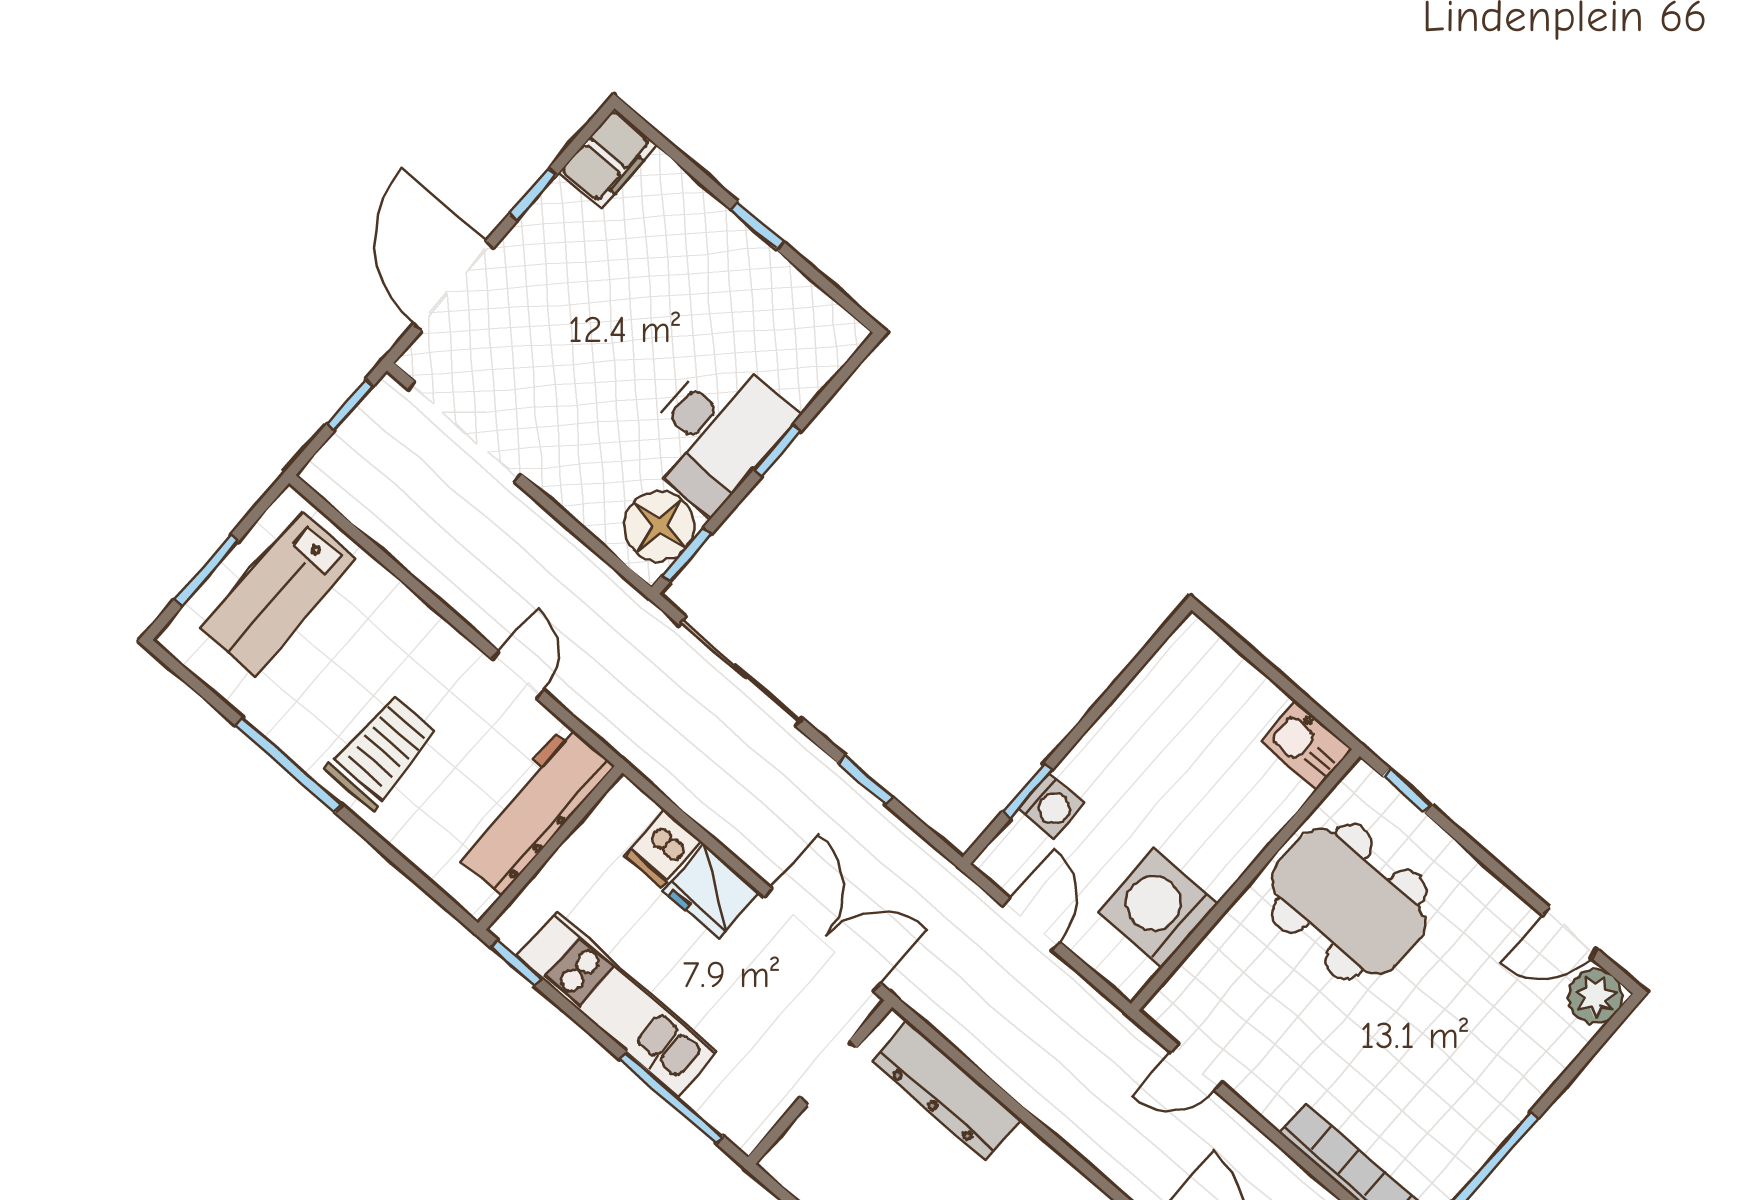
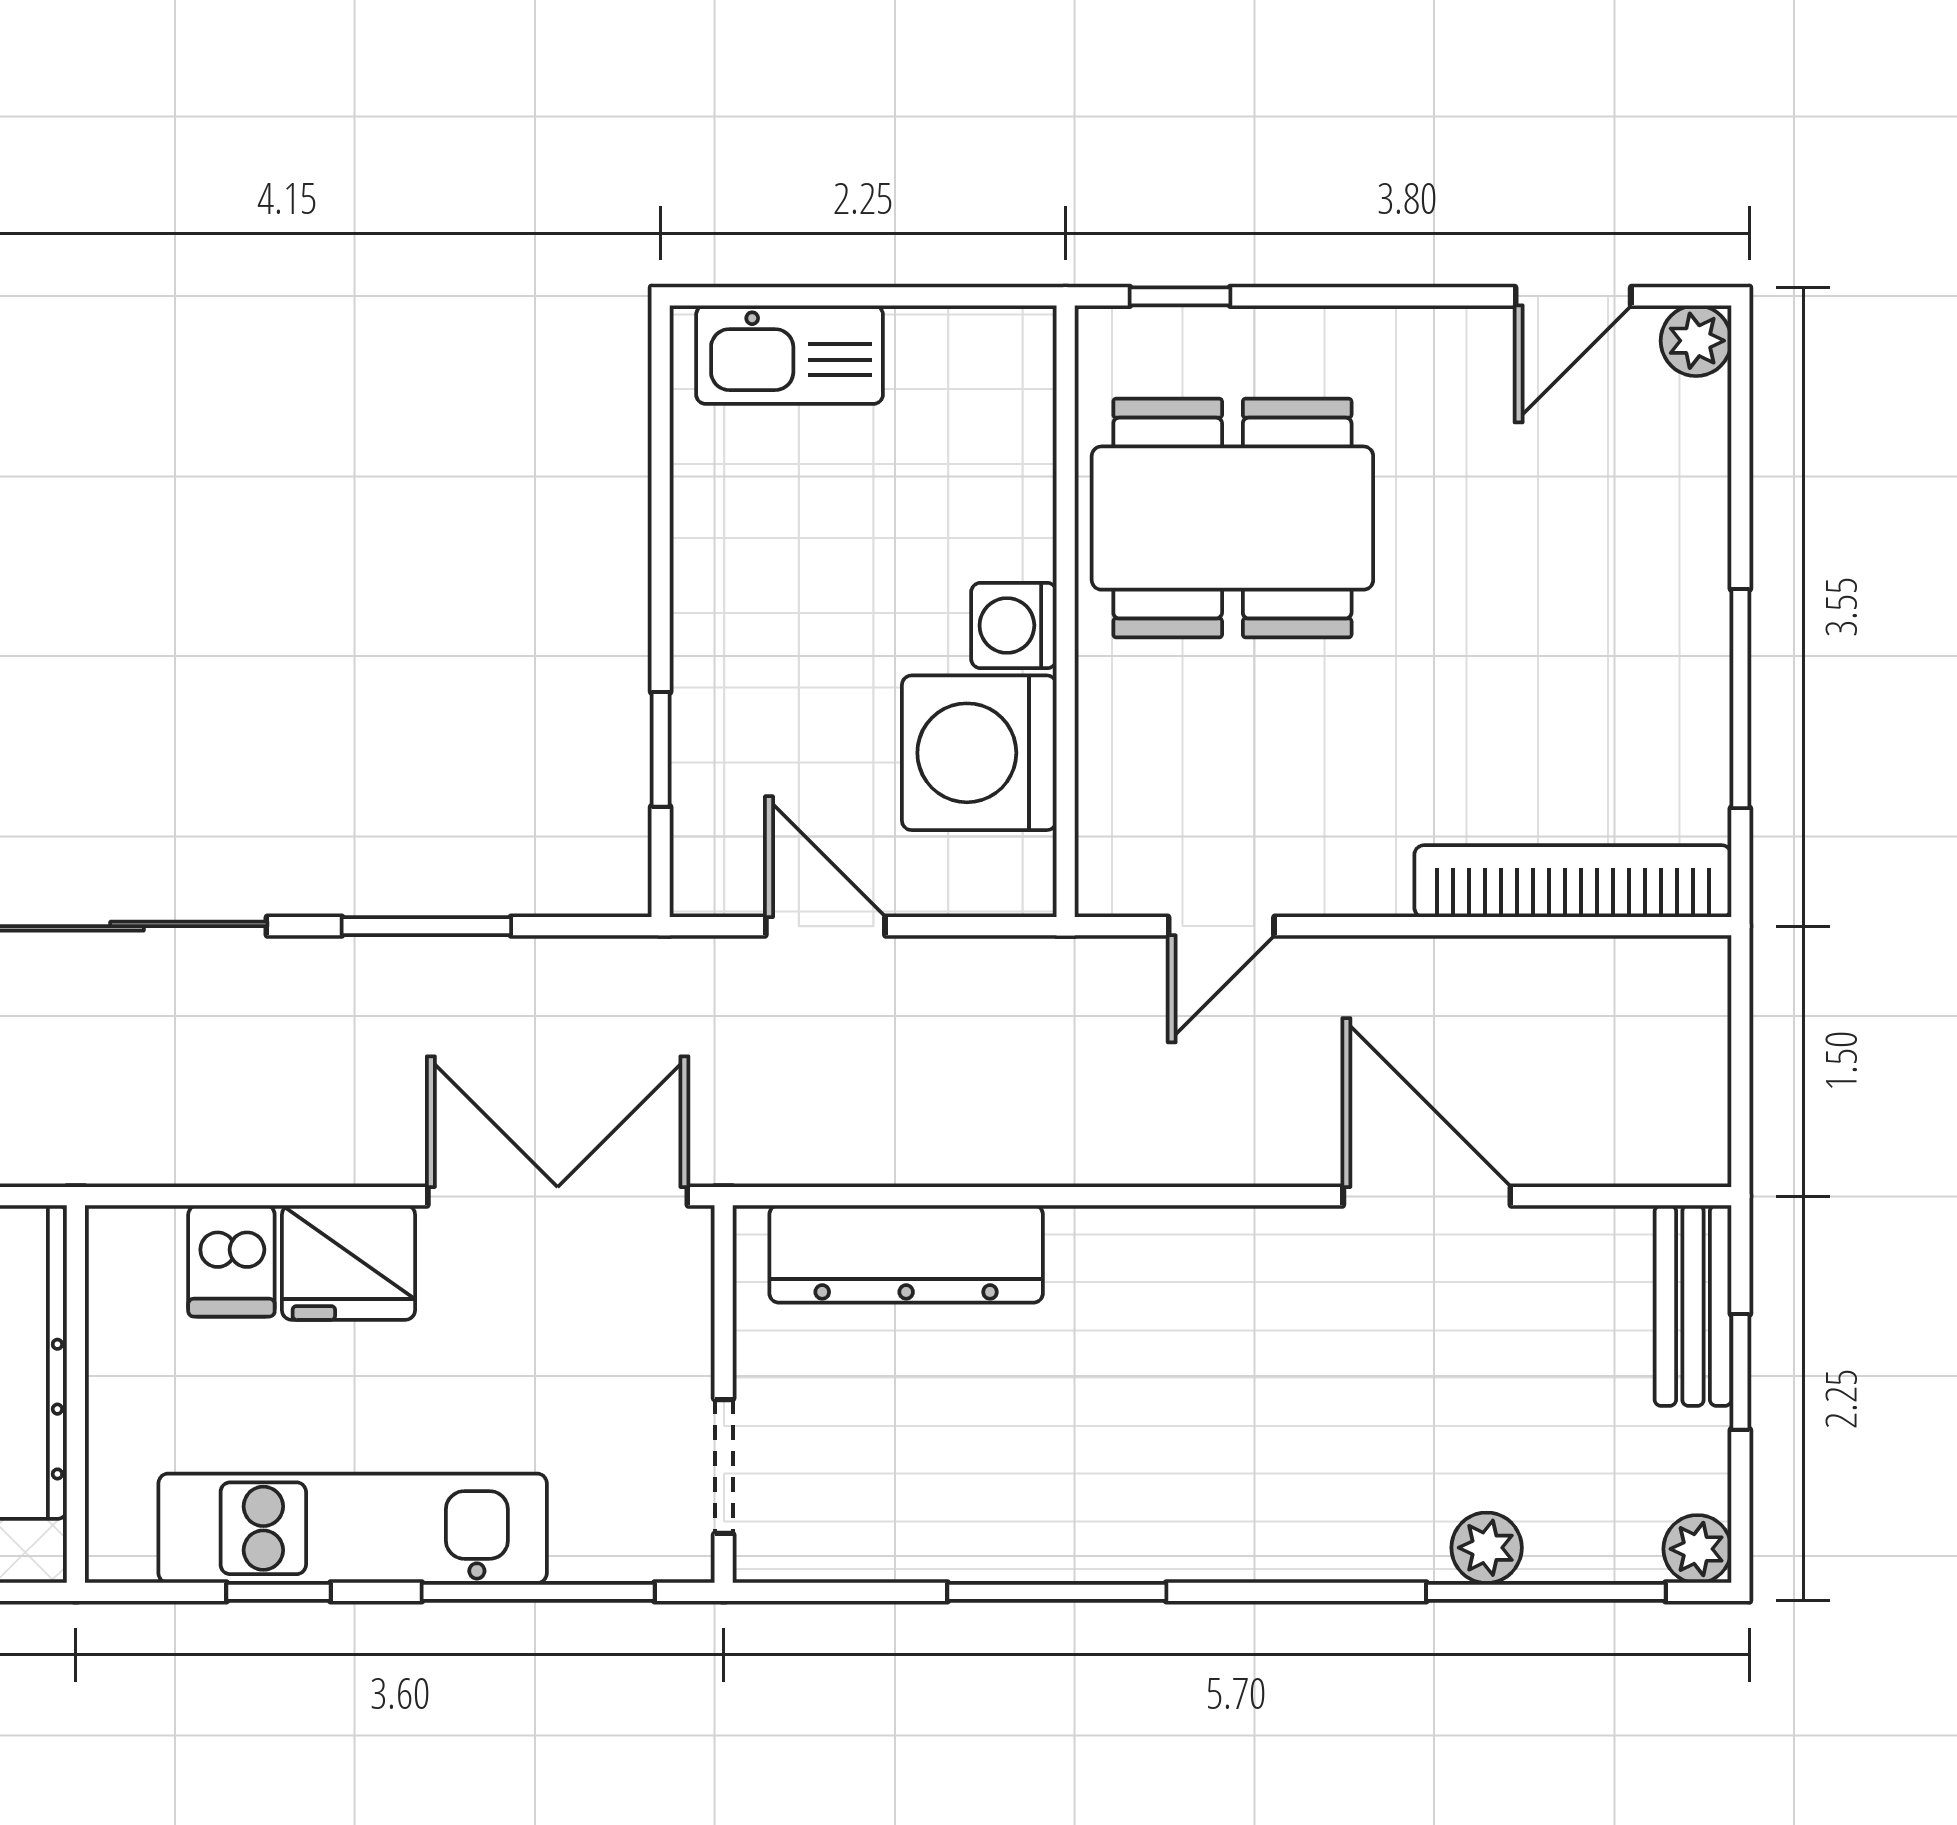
kitchen sink: (1306, 745) -> (790, 355), moved, width x1.38
window: (865, 780) -> (426, 926), width x1.50
washing machine: (1052, 806) -> (1014, 625), moved, turned 180
window: (516, 962) -> (278, 1592), moved
plant: (1595, 996) -> (1696, 341), width x0.73, depth x0.73
doorway: (828, 1072) -> (724, 1466), moved

